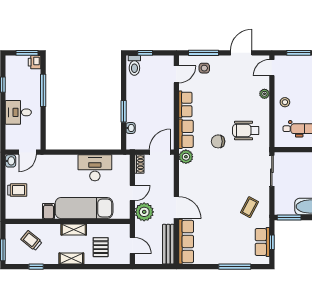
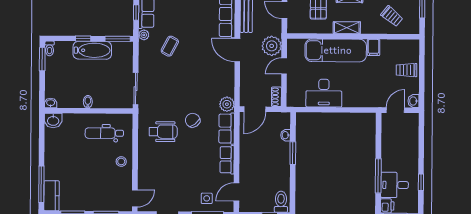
plant: (264, 94) -> (144, 35), moved
desk: (18, 112) -> (395, 185), moved, turned 180
chair: (218, 141) -> (193, 120), turned -127
coffee table: (249, 207) -> (170, 46), moved

